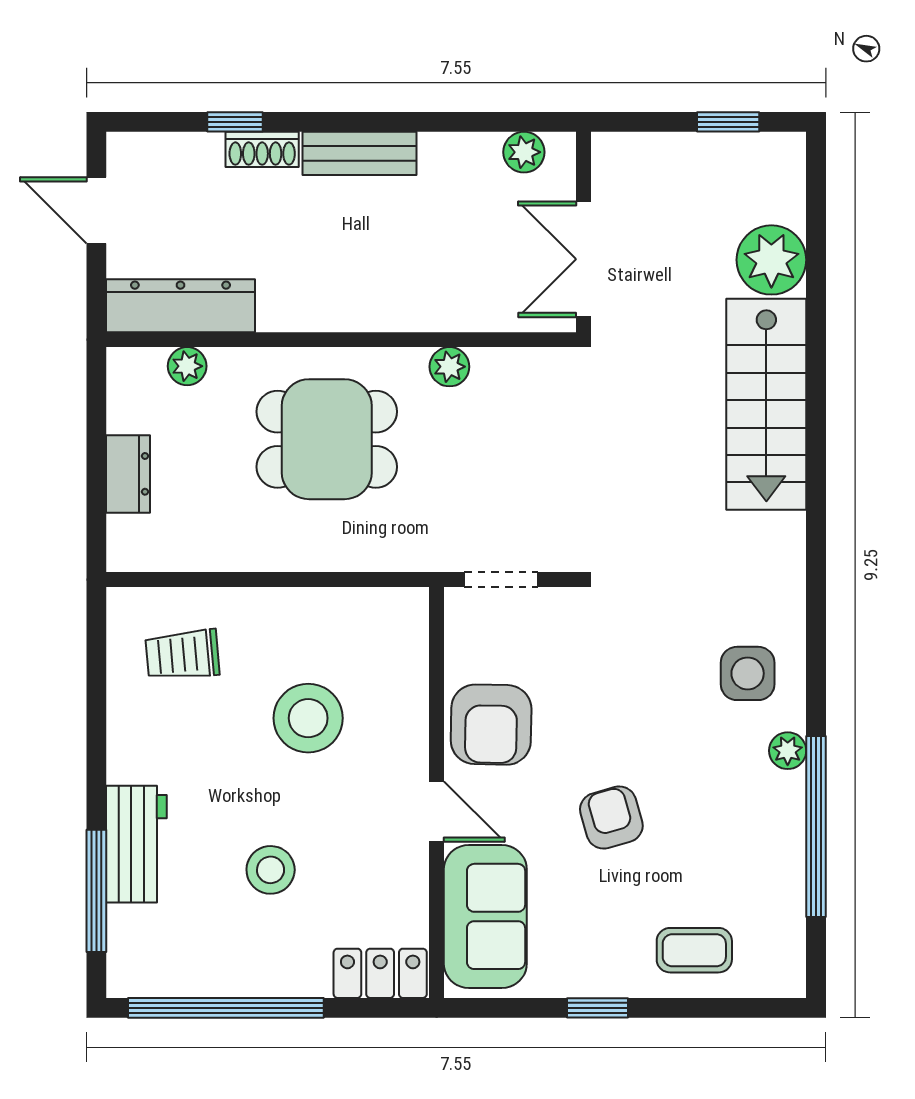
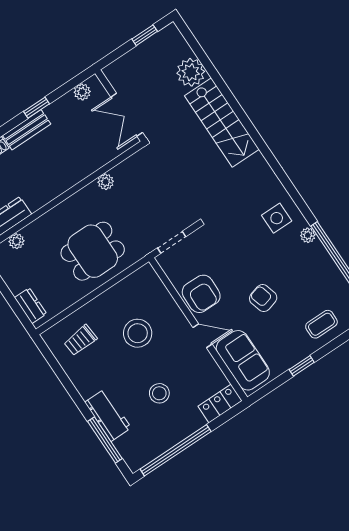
window: (410, 122) -> (36, 108), added
dining table: (327, 439) -> (93, 251), moved
dresser: (128, 474) -> (31, 306), moved

